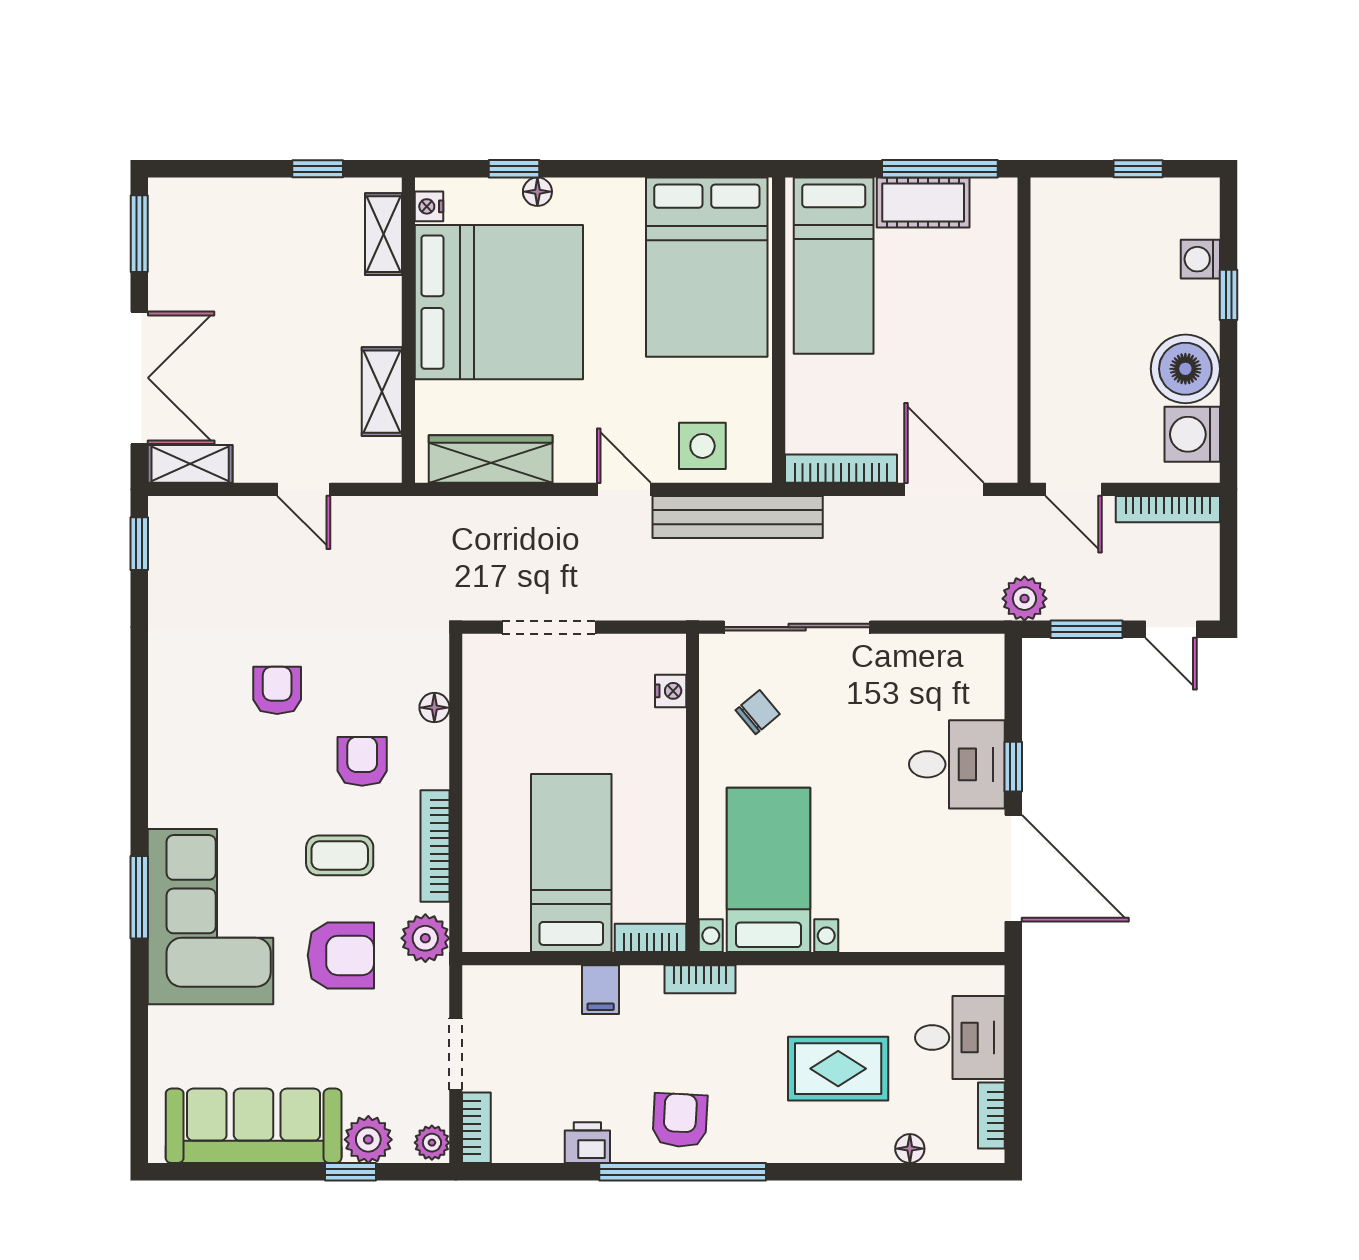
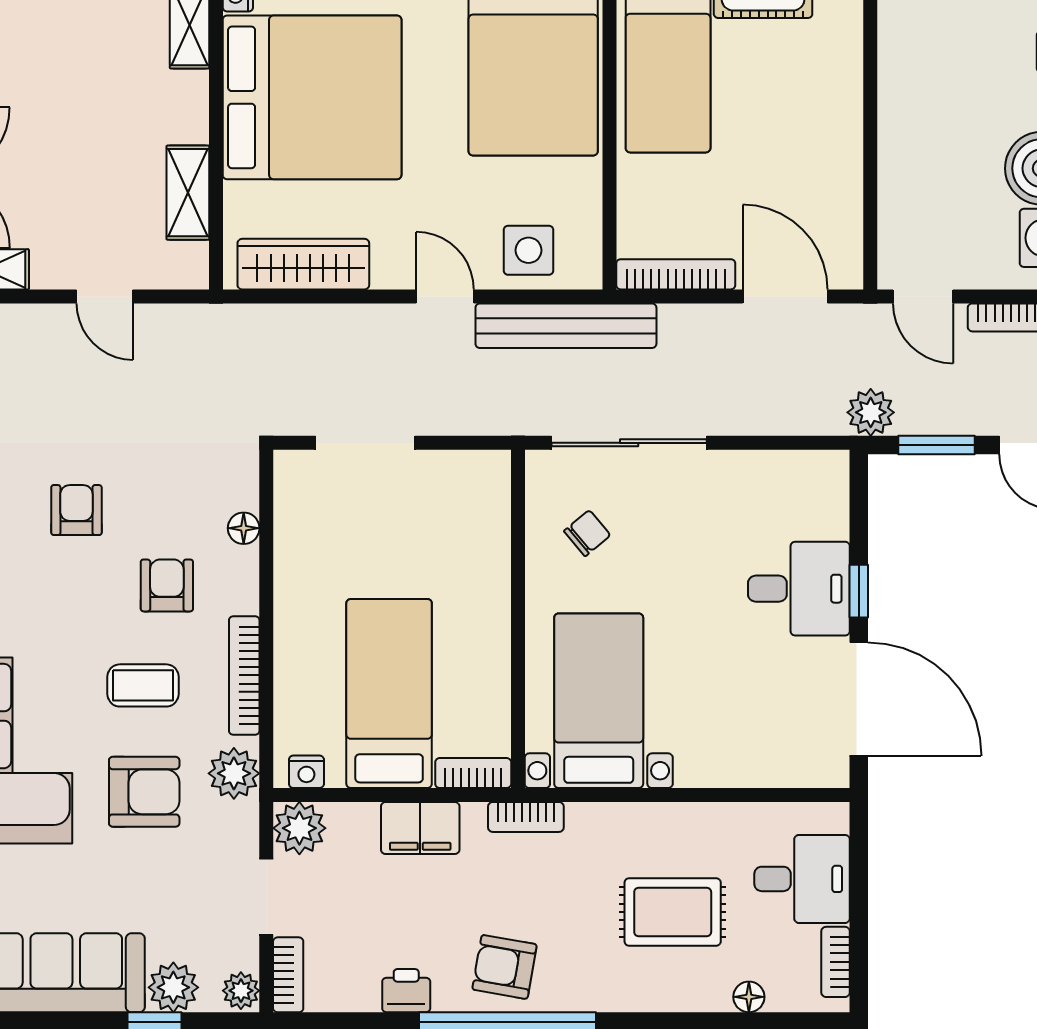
nightstand: (671, 691) -> (306, 772), moved, turned 90
plant: (487, 990) -> (299, 828), added
filing cabinet: (601, 990) -> (420, 828), width x2.00
armchair: (680, 1120) -> (505, 967), turned -83

